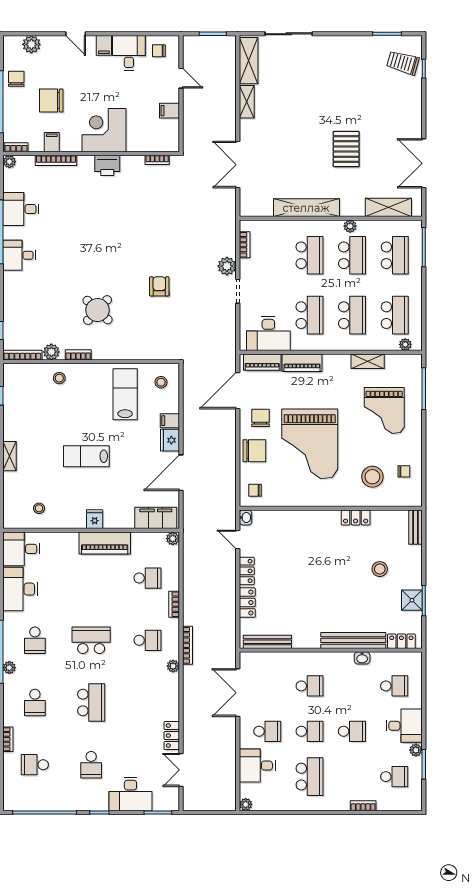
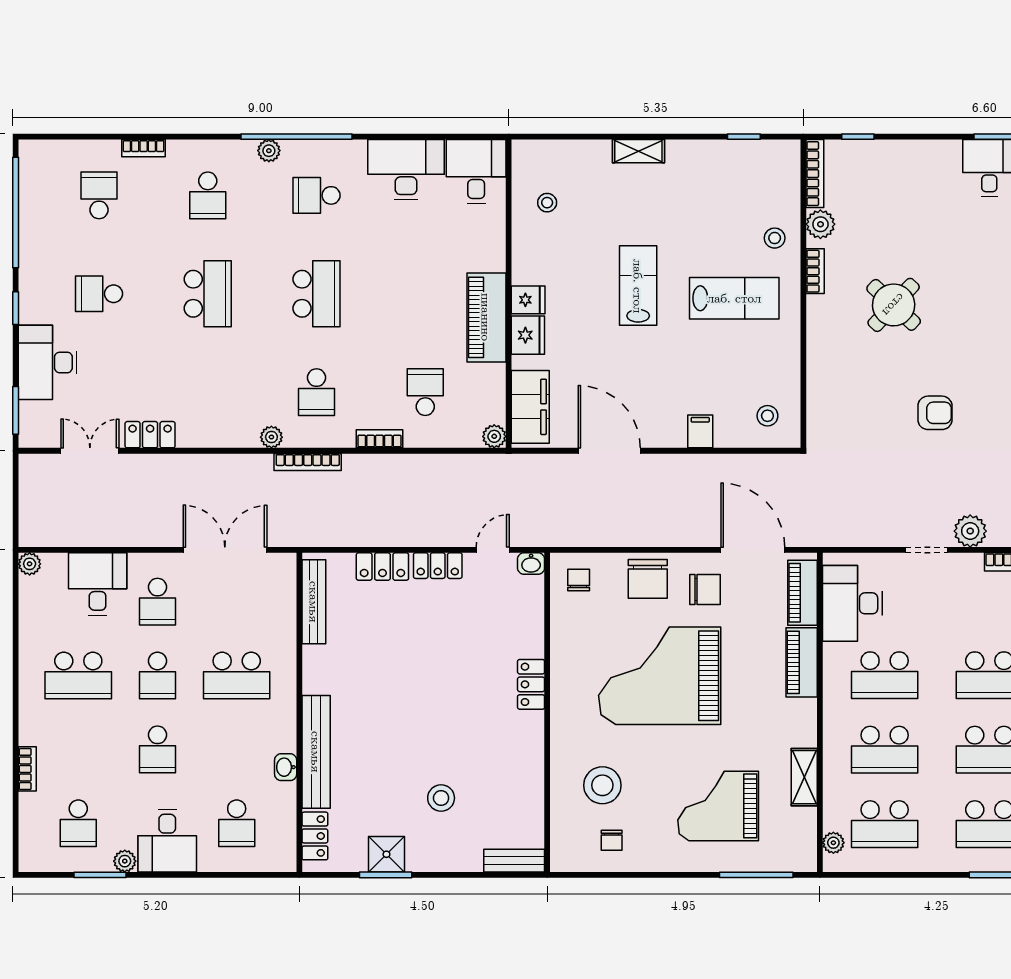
lab bench: (125, 394) -> (734, 298), moved
fridge: (170, 440) -> (528, 335), moved, turned 90
locker: (356, 517) -> (531, 684), moved
school desk: (147, 578) -> (425, 392), turned 180
school desk: (310, 686) -> (237, 675), width x1.85
school desk: (35, 702) -> (208, 195), turned -90
school desk: (91, 702) -> (208, 294), turned -90

